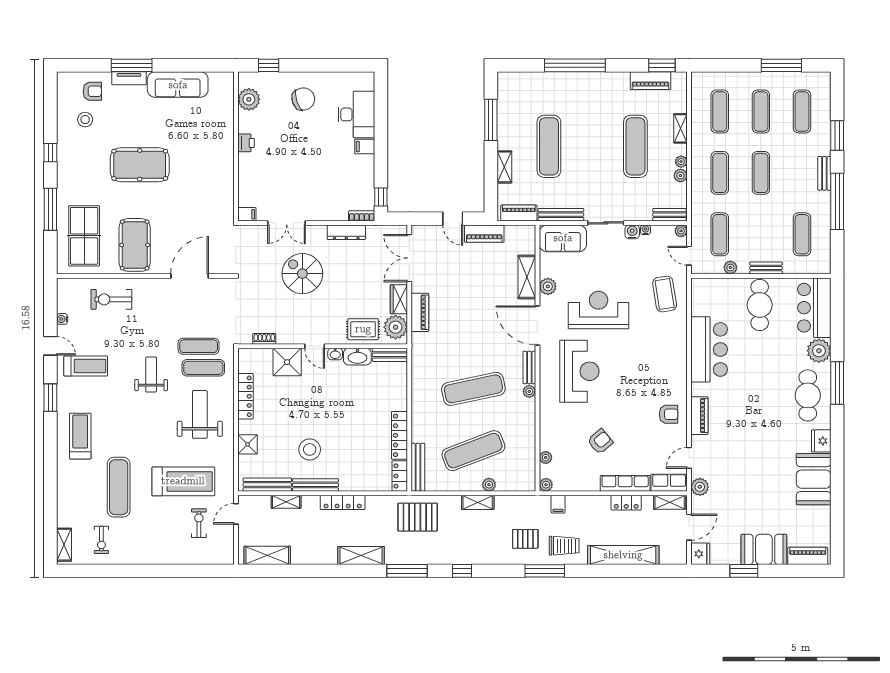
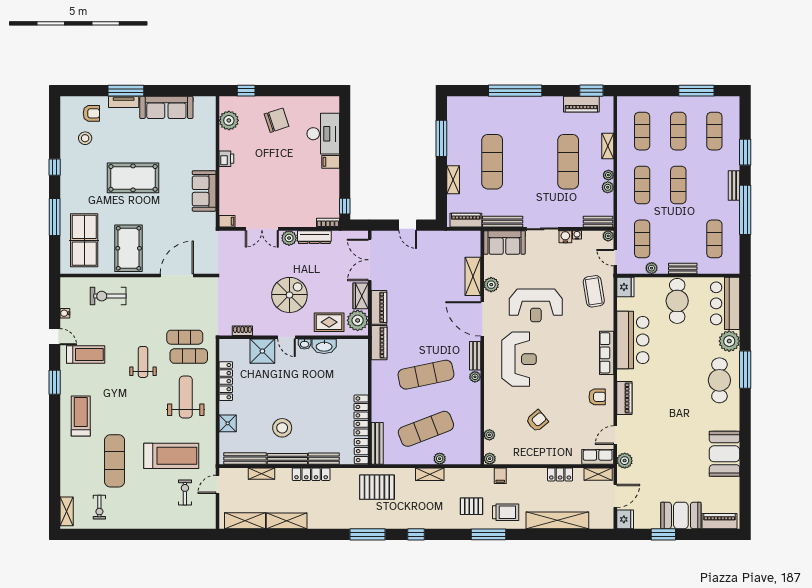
sofa: (221, 180) -> (204, 191), added
plant: (317, 233) -> (289, 238), added
piano: (484, 234) -> (379, 343), moved, turned -90
spiral stairs: (302, 274) -> (289, 295), moved, turned 90
reception desk: (599, 310) -> (536, 305), turned 180
bench: (390, 355) -> (324, 459), moved
fridge: (821, 441) -> (625, 287), moved, turned 180
row of seats: (625, 483) -> (607, 353), moved, turned -90
shelving: (361, 555) -> (287, 521), moved

